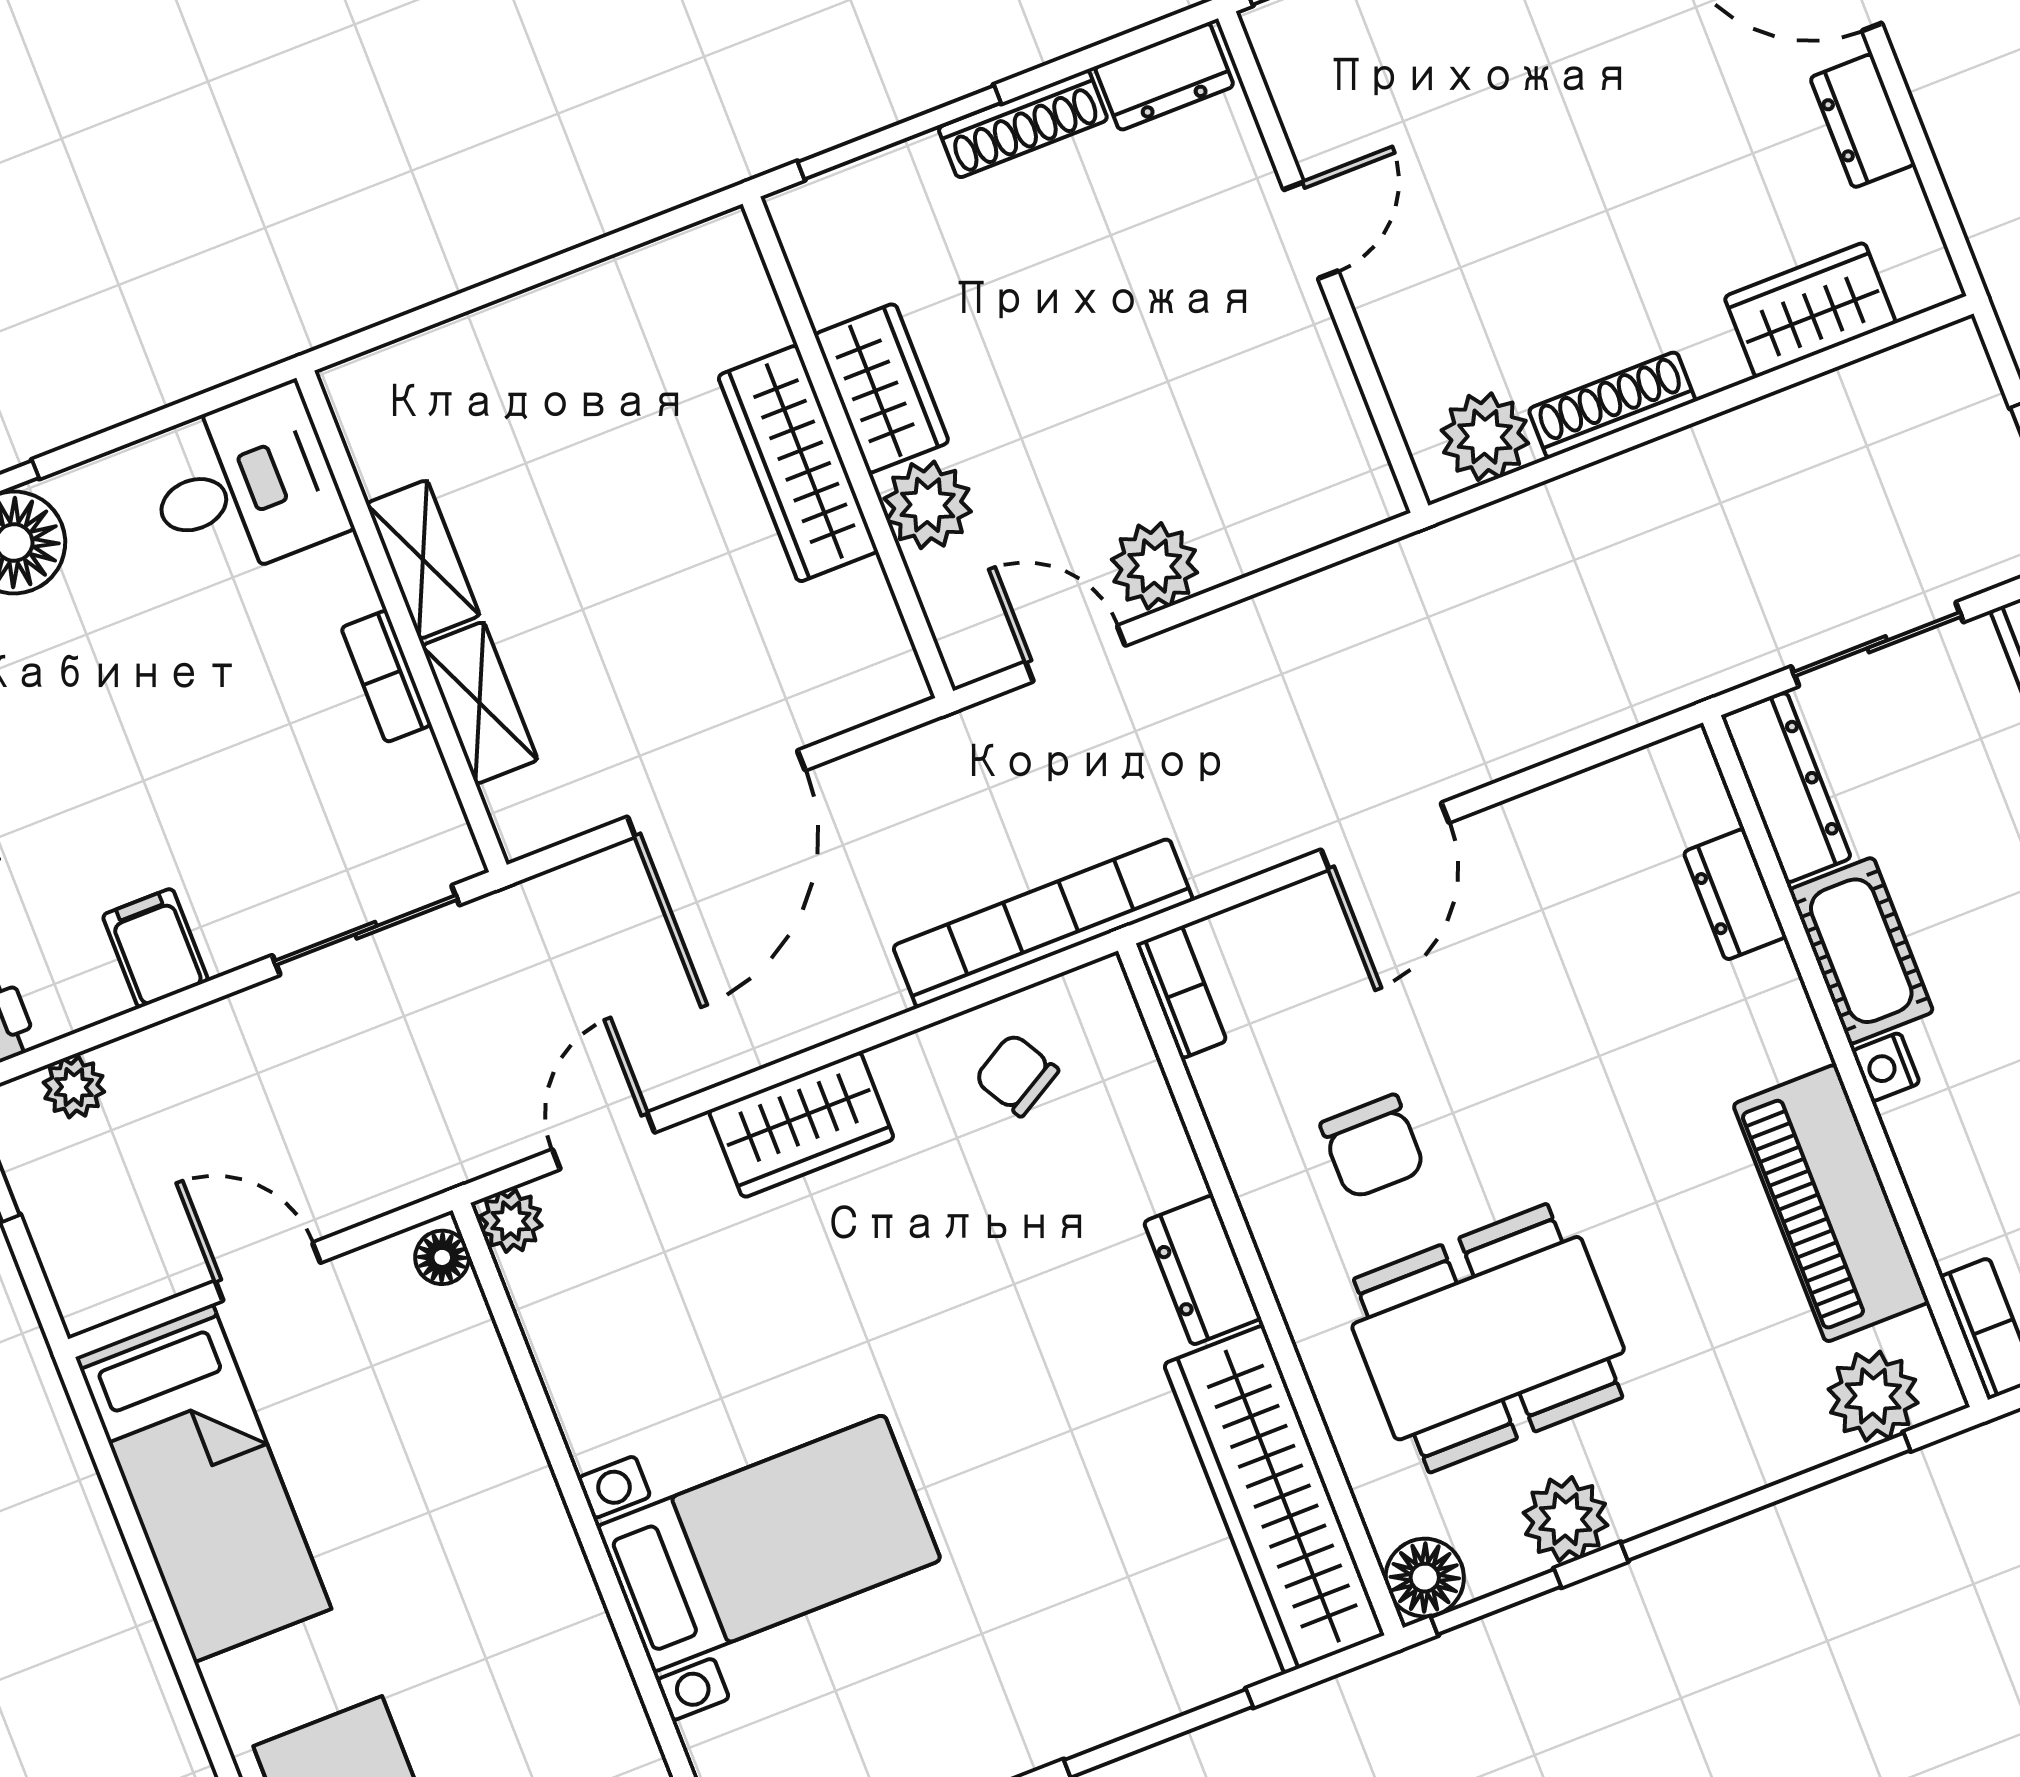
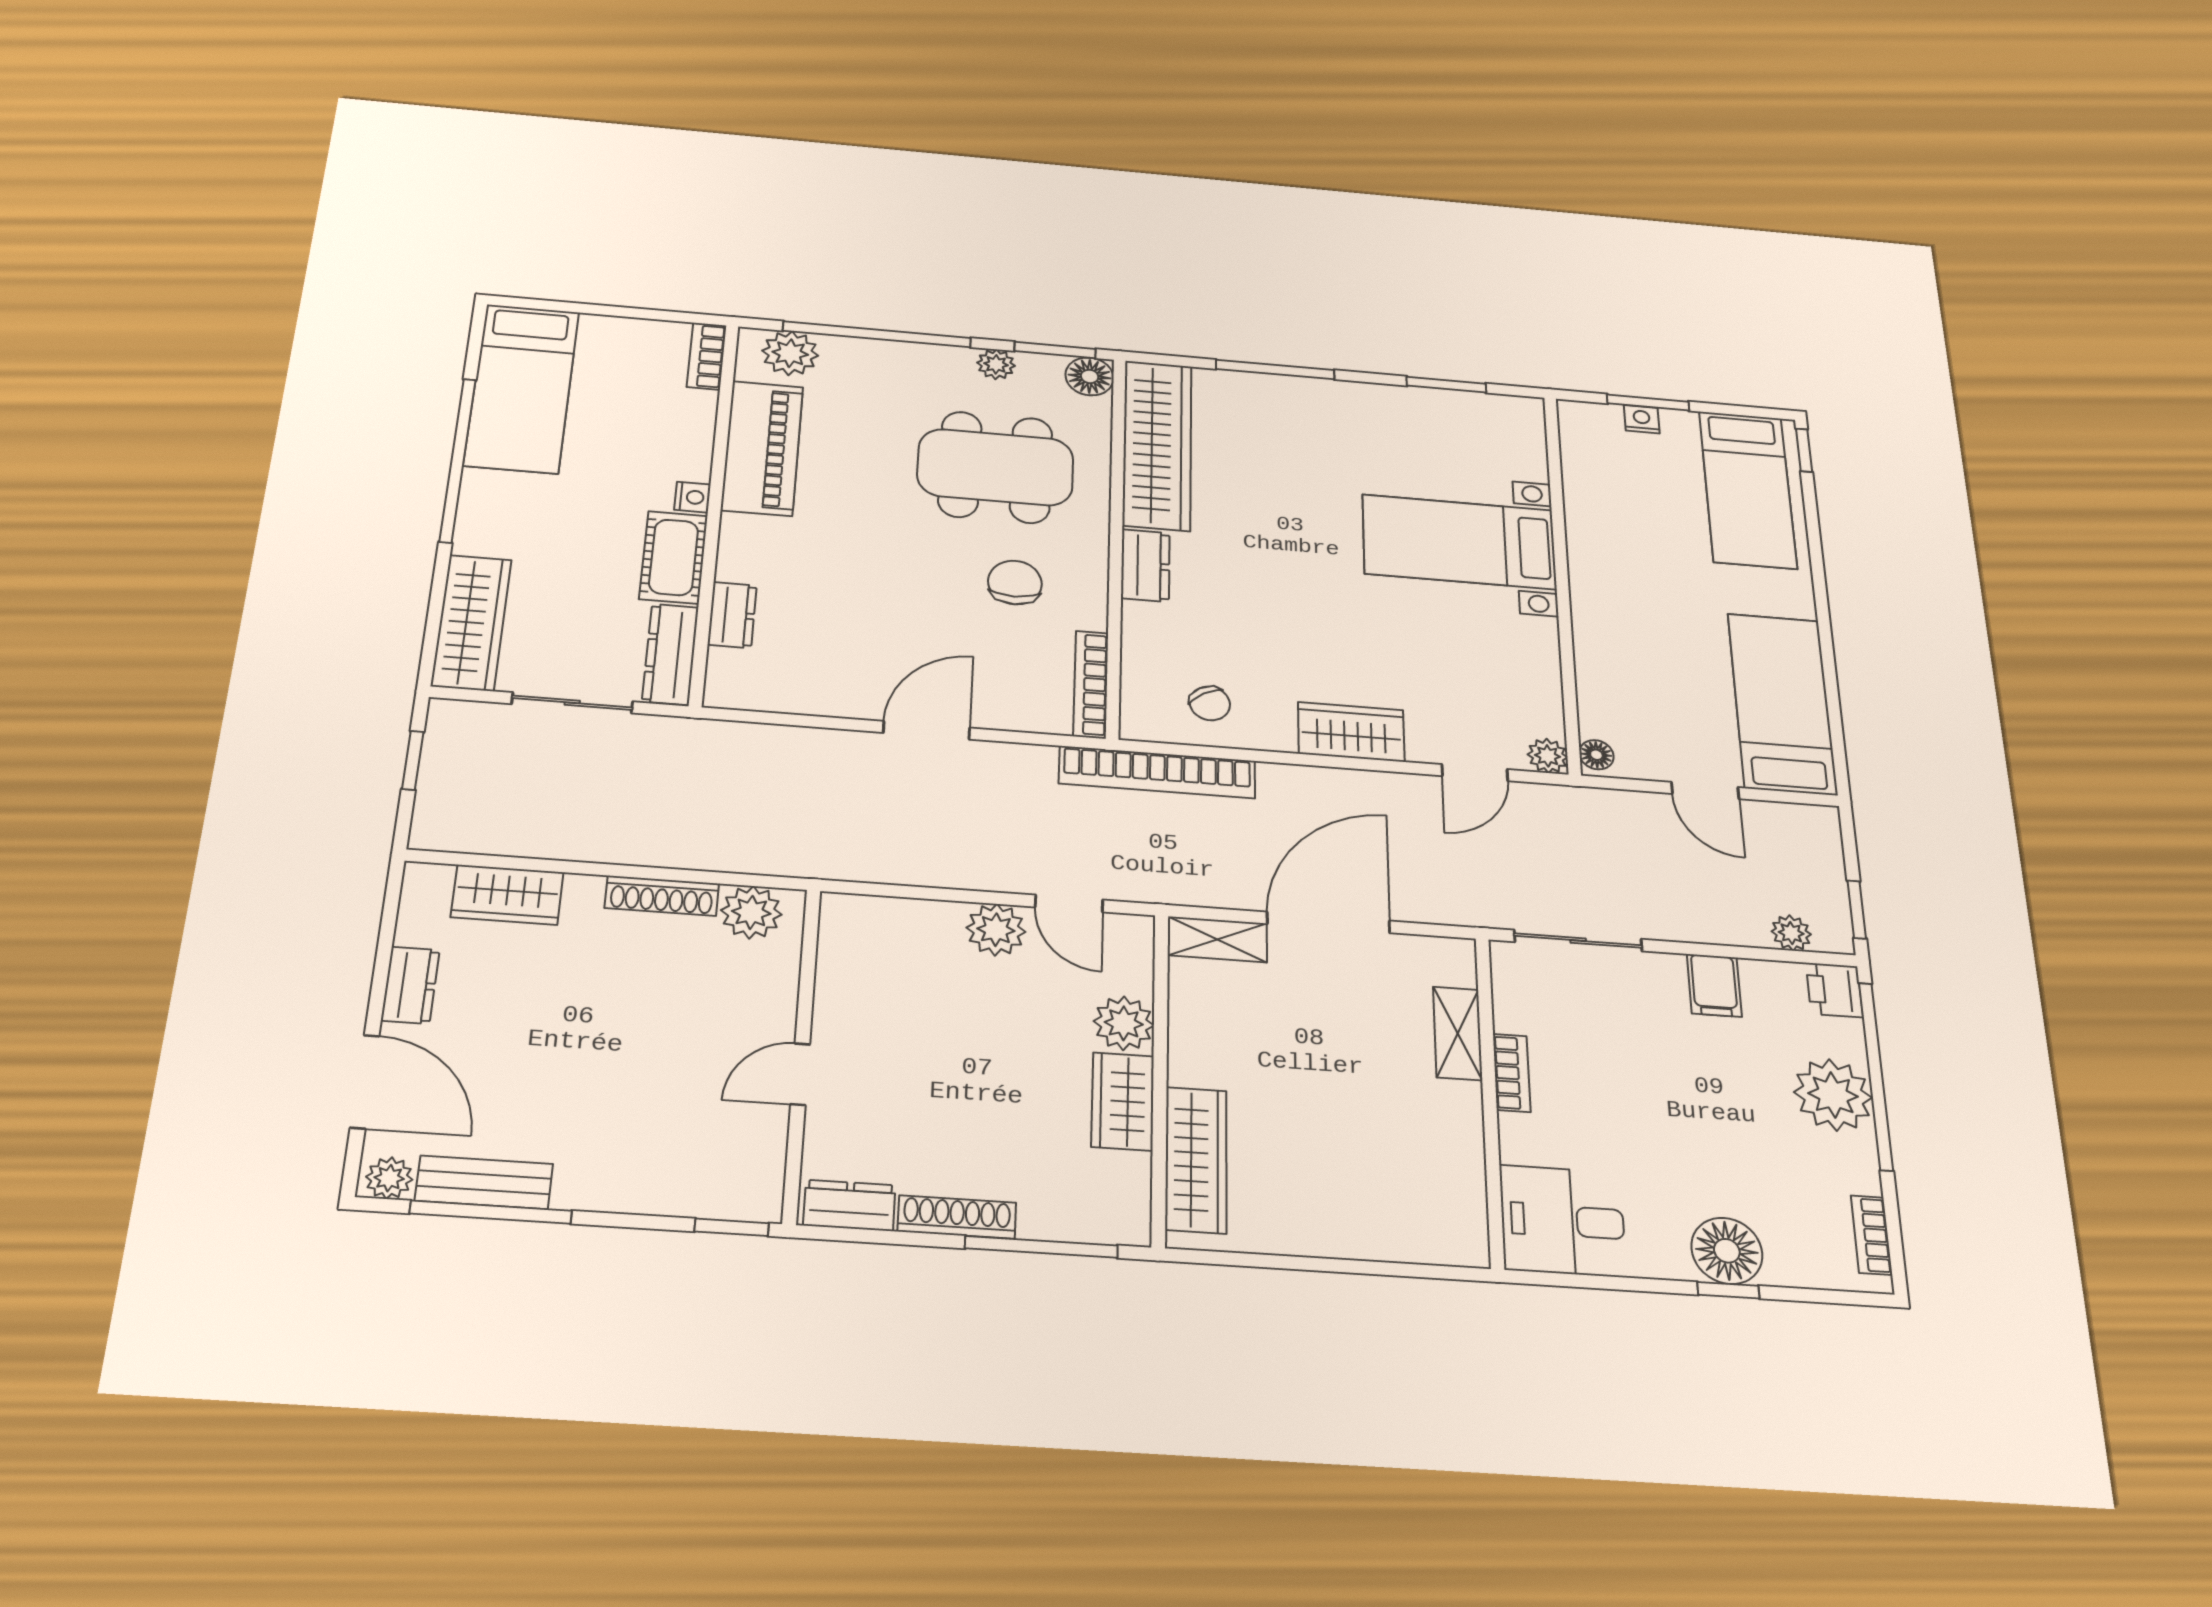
wardrobe: (798, 464) -> (1196, 1160), moved
shelving: (423, 560) -> (1217, 939), moved, turned 90
bookcase: (1181, 992) -> (1091, 684), width x1.56
plant: (1565, 1519) -> (996, 364), width x0.73, depth x0.73

